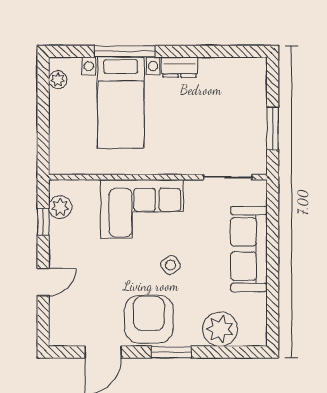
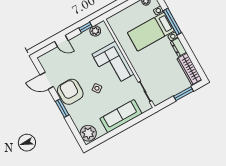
wardrobe: (232, 70) -> (189, 69), added
window: (273, 129) -> (184, 94), moved
armchair: (149, 319) -> (70, 92), turned -90
plant: (220, 329) -> (88, 133), moved

